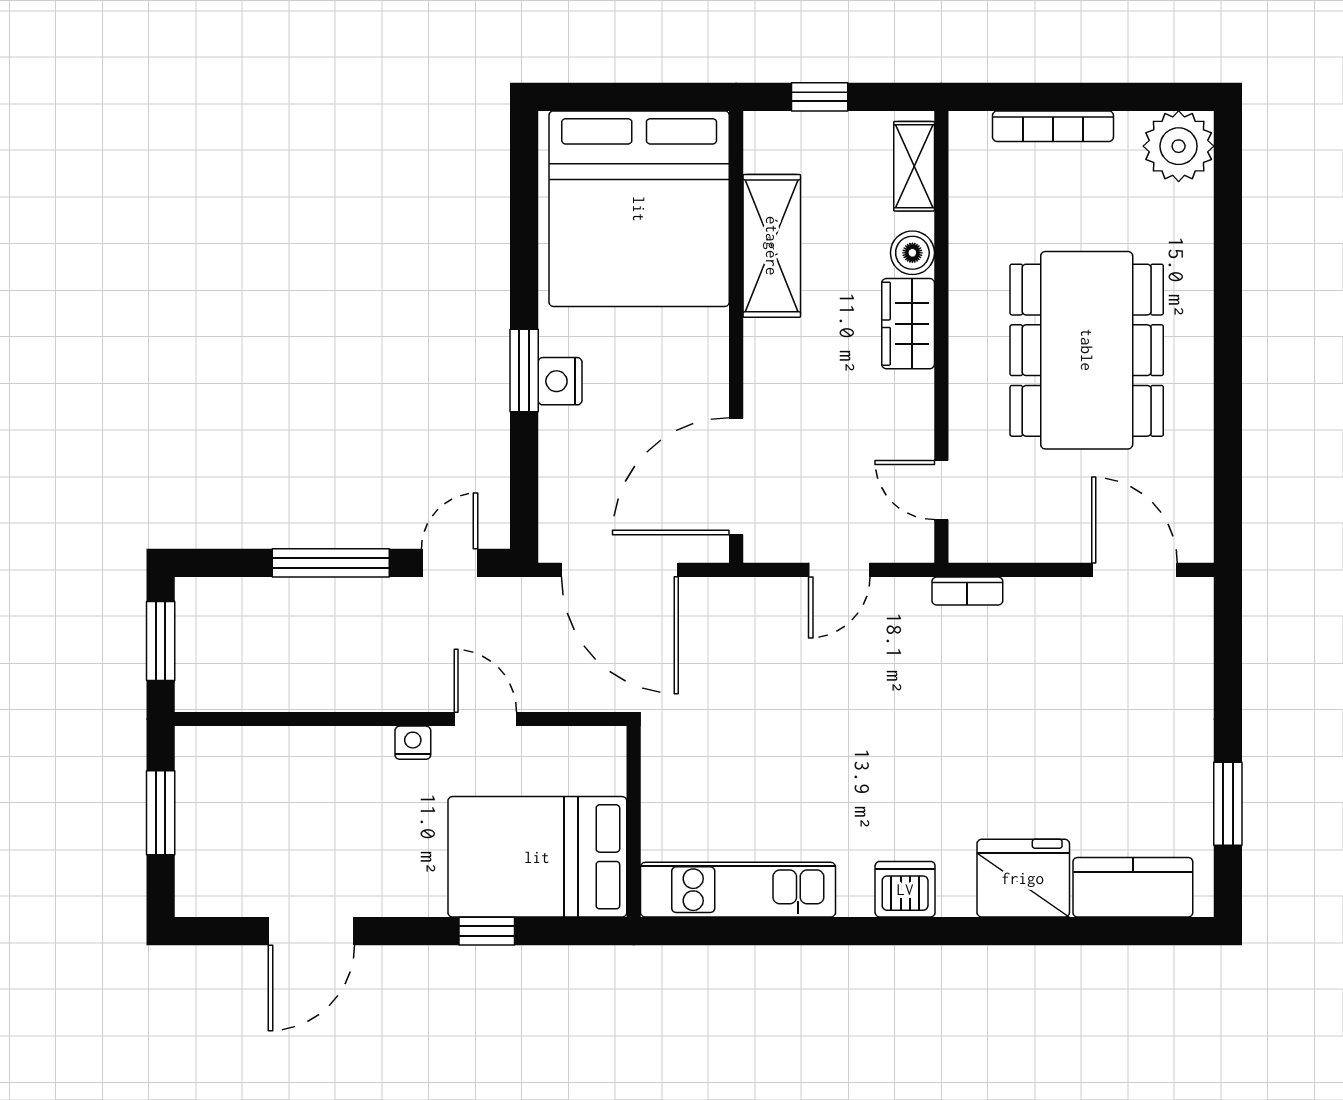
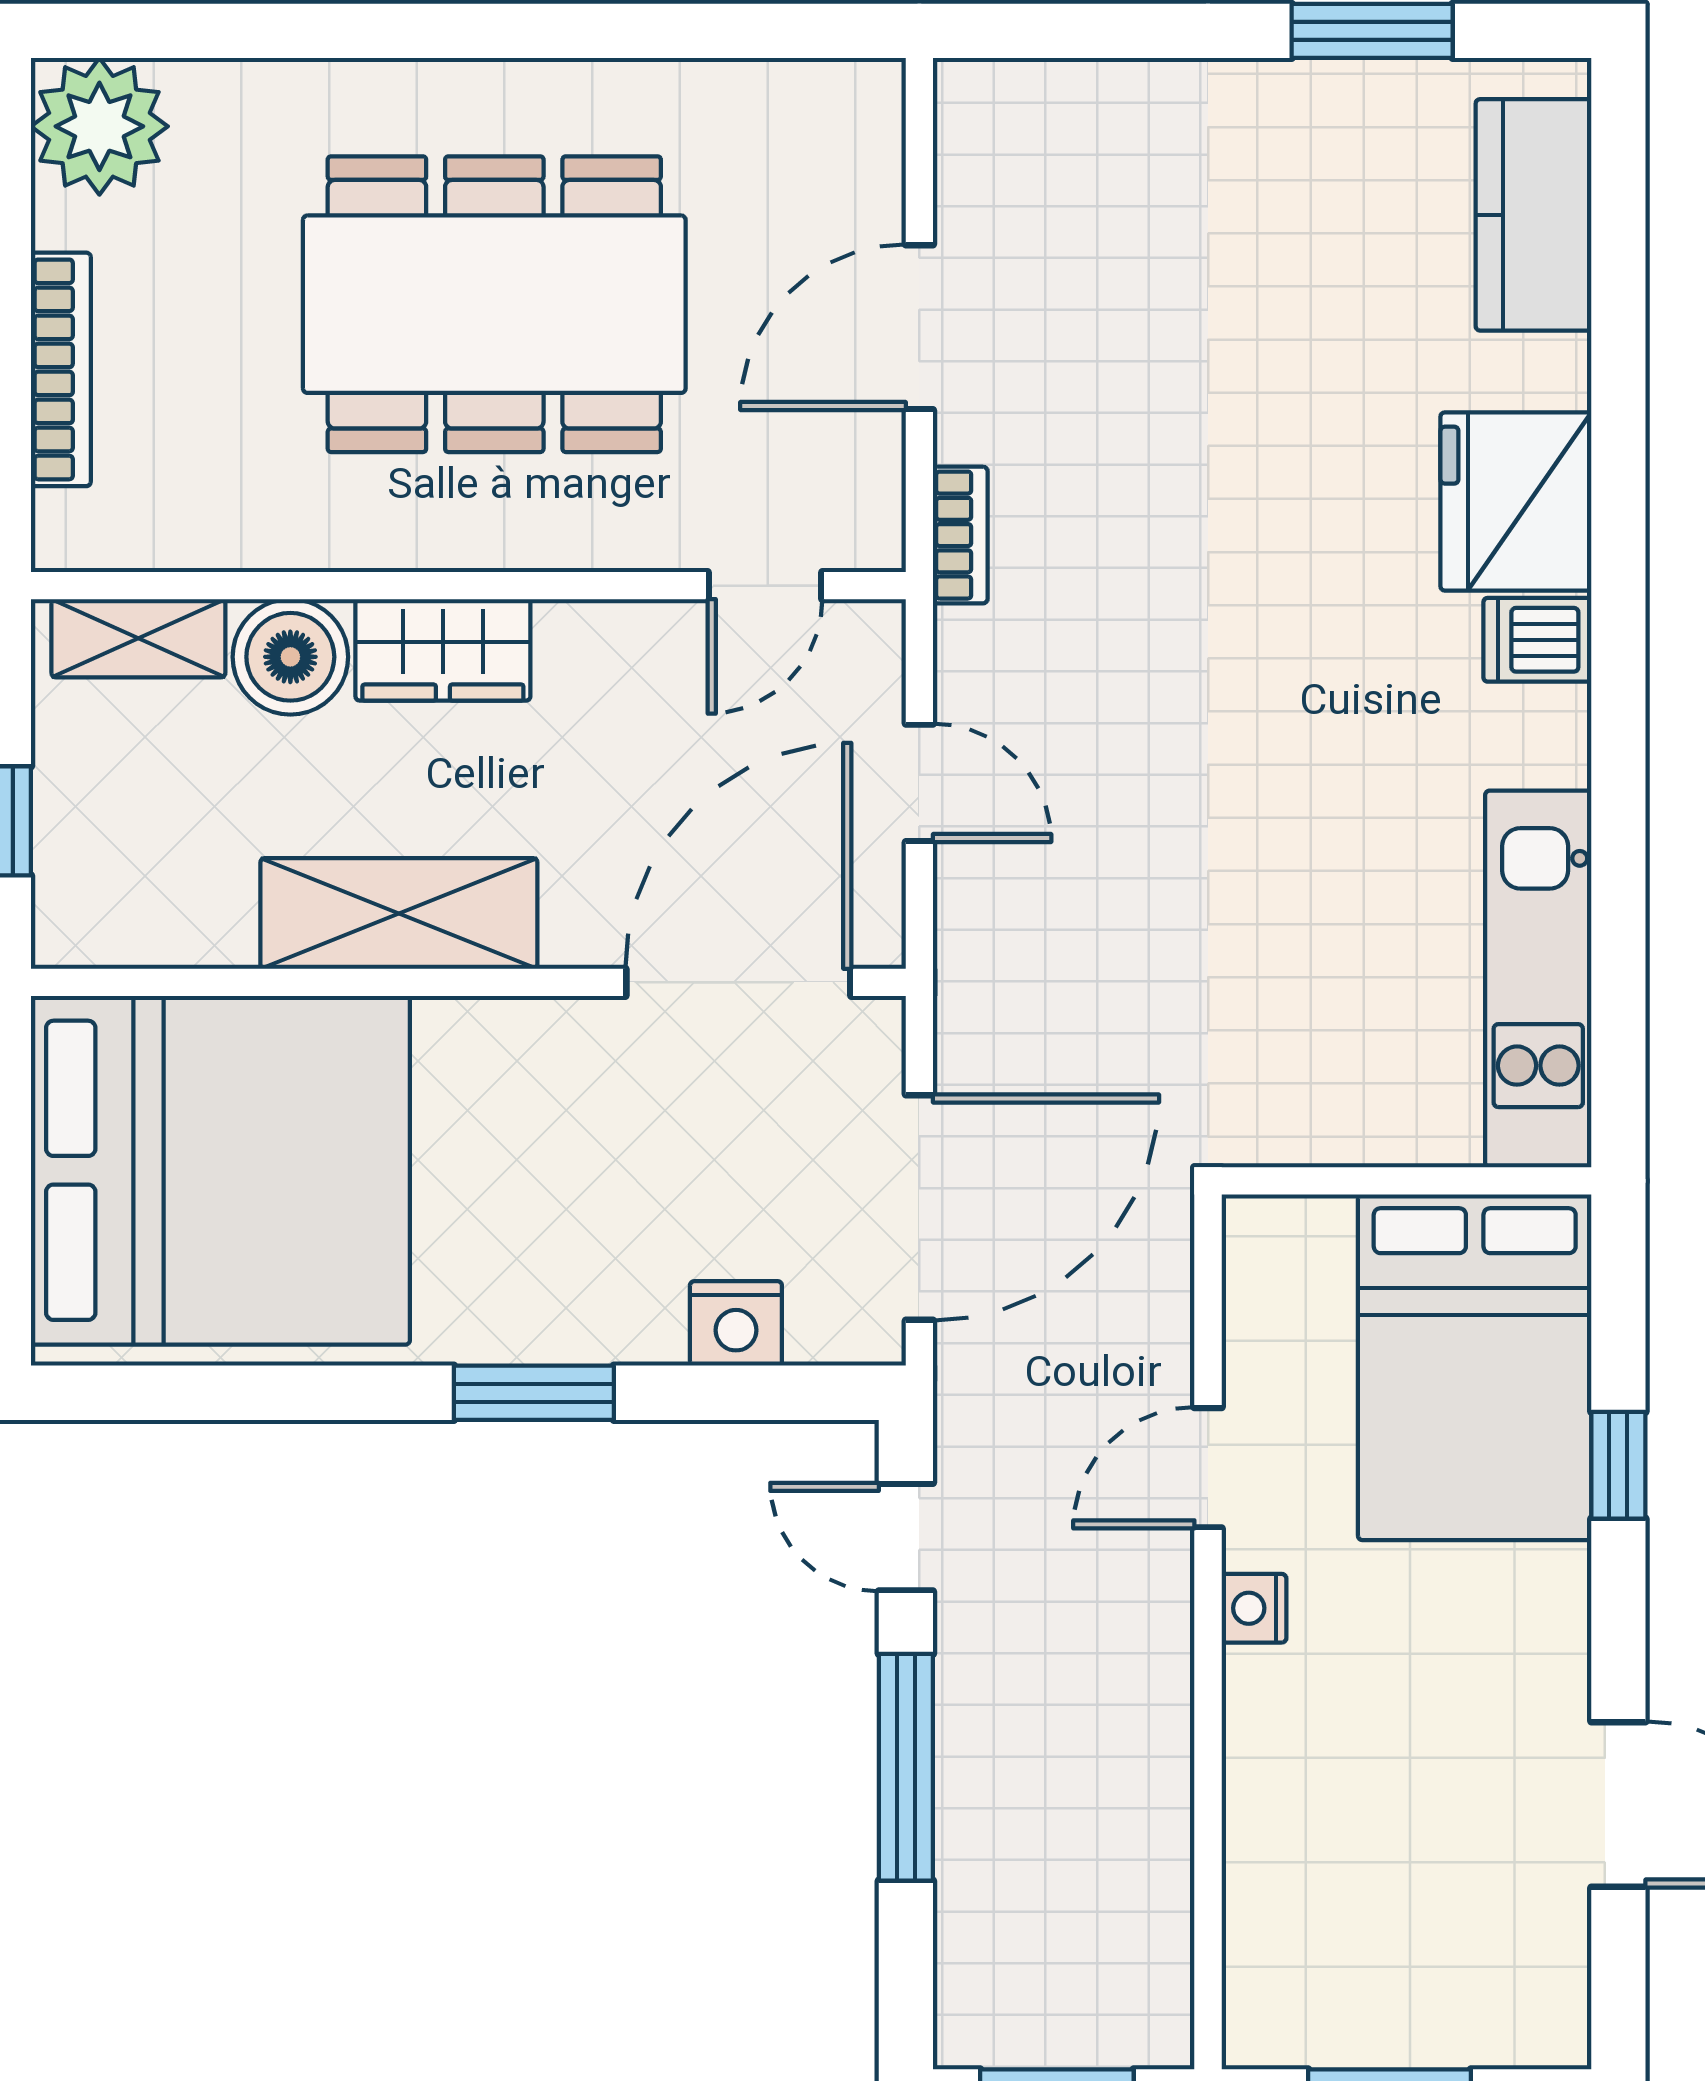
shelving: (772, 246) -> (399, 913), moved
boiler: (912, 253) -> (290, 657), width x1.36, depth x1.36
nightstand: (560, 381) -> (736, 1323), moved
door: (736, 476) -> (738, 982), swing flipped
door: (1135, 570) -> (919, 327), moved
fridge: (1023, 878) -> (1516, 501), moved
dishwasher: (905, 889) -> (1537, 640), width x0.73

